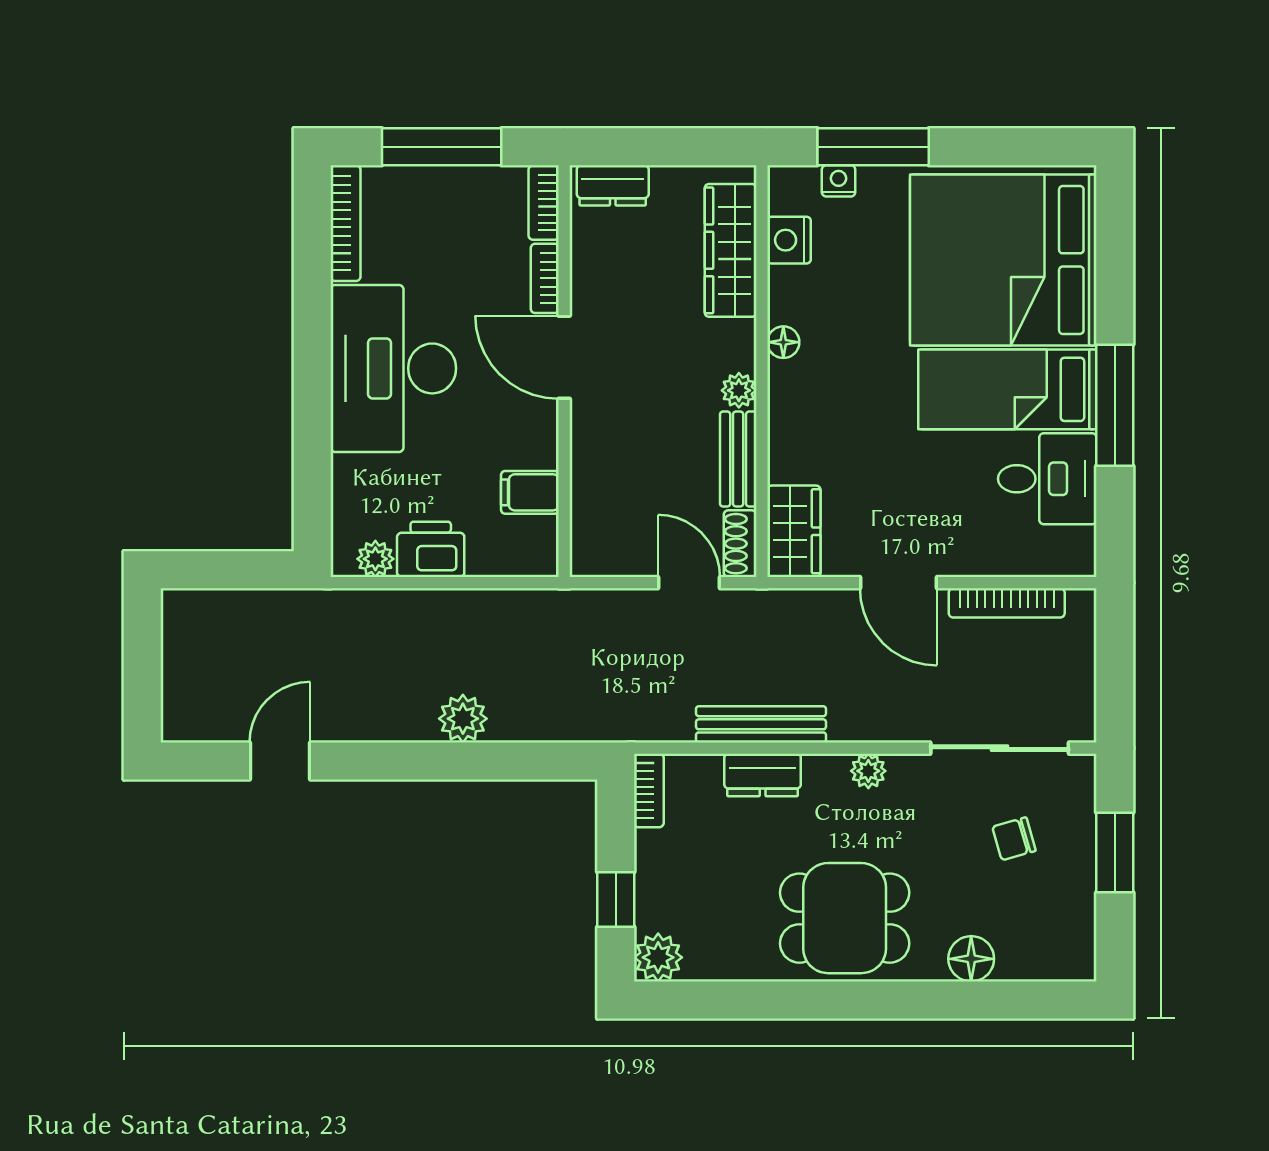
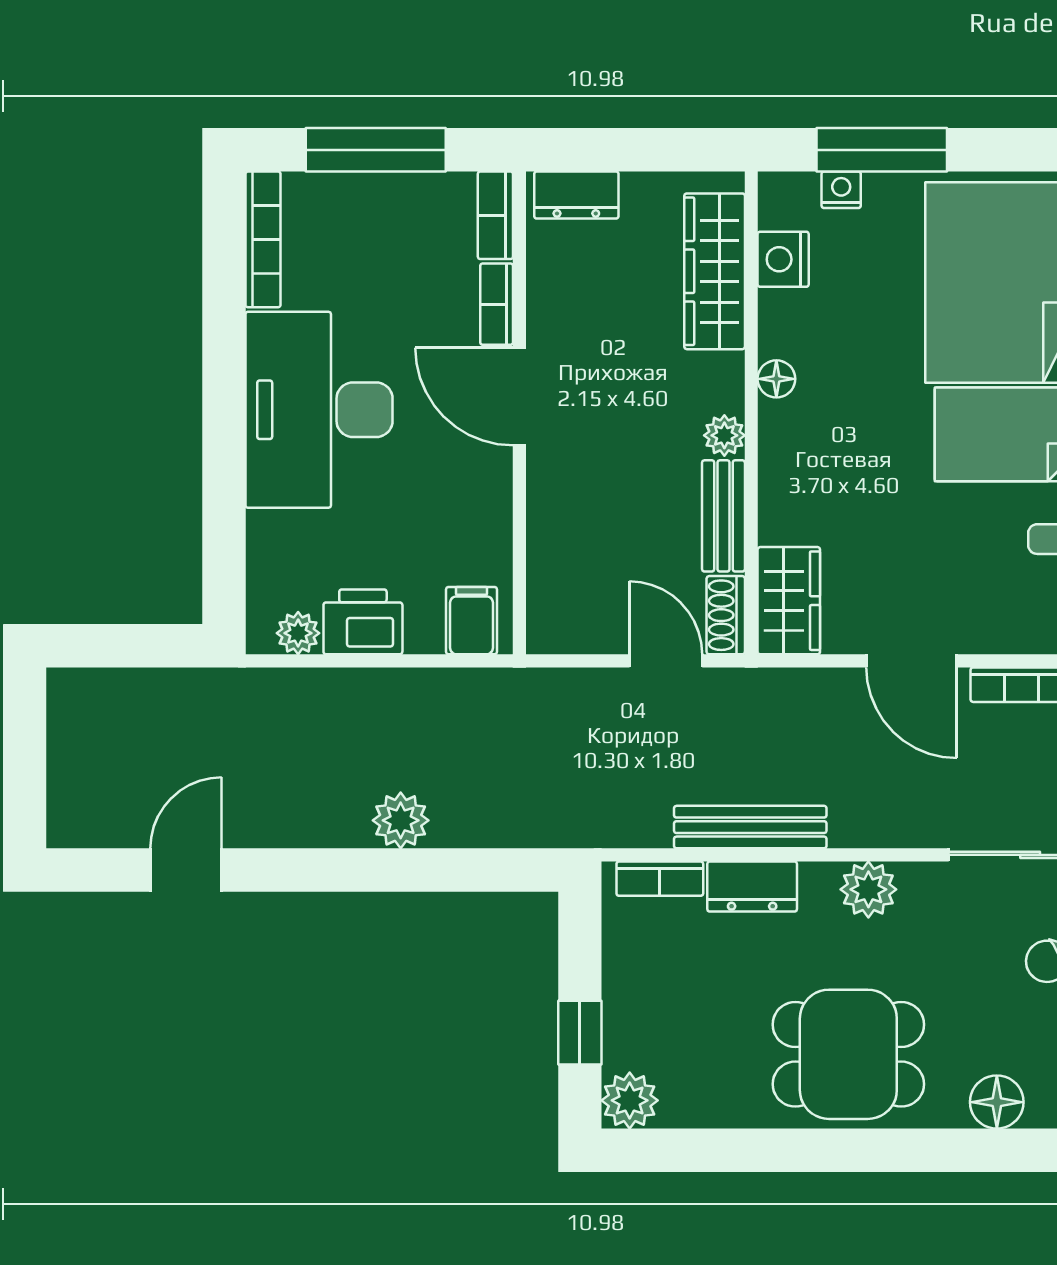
filing cabinet: (530, 492) -> (471, 621), moved, turned 90
plant: (868, 771) -> (868, 889), width x1.38, depth x1.38
bookcase: (649, 790) -> (660, 879), moved, turned 90

